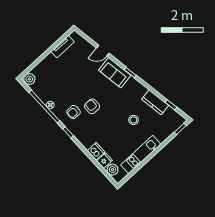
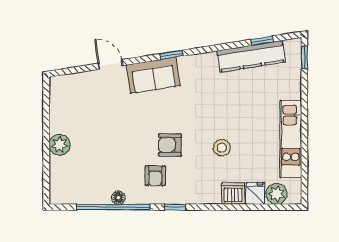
tv unit: (63, 47) -> (57, 112), removed
door: (103, 51) -> (110, 64), swing flipped
plant: (29, 79) -> (60, 145), moved
kitchen counter: (155, 102) -> (251, 56), width x1.50
stool: (134, 120) -> (222, 148), moved

